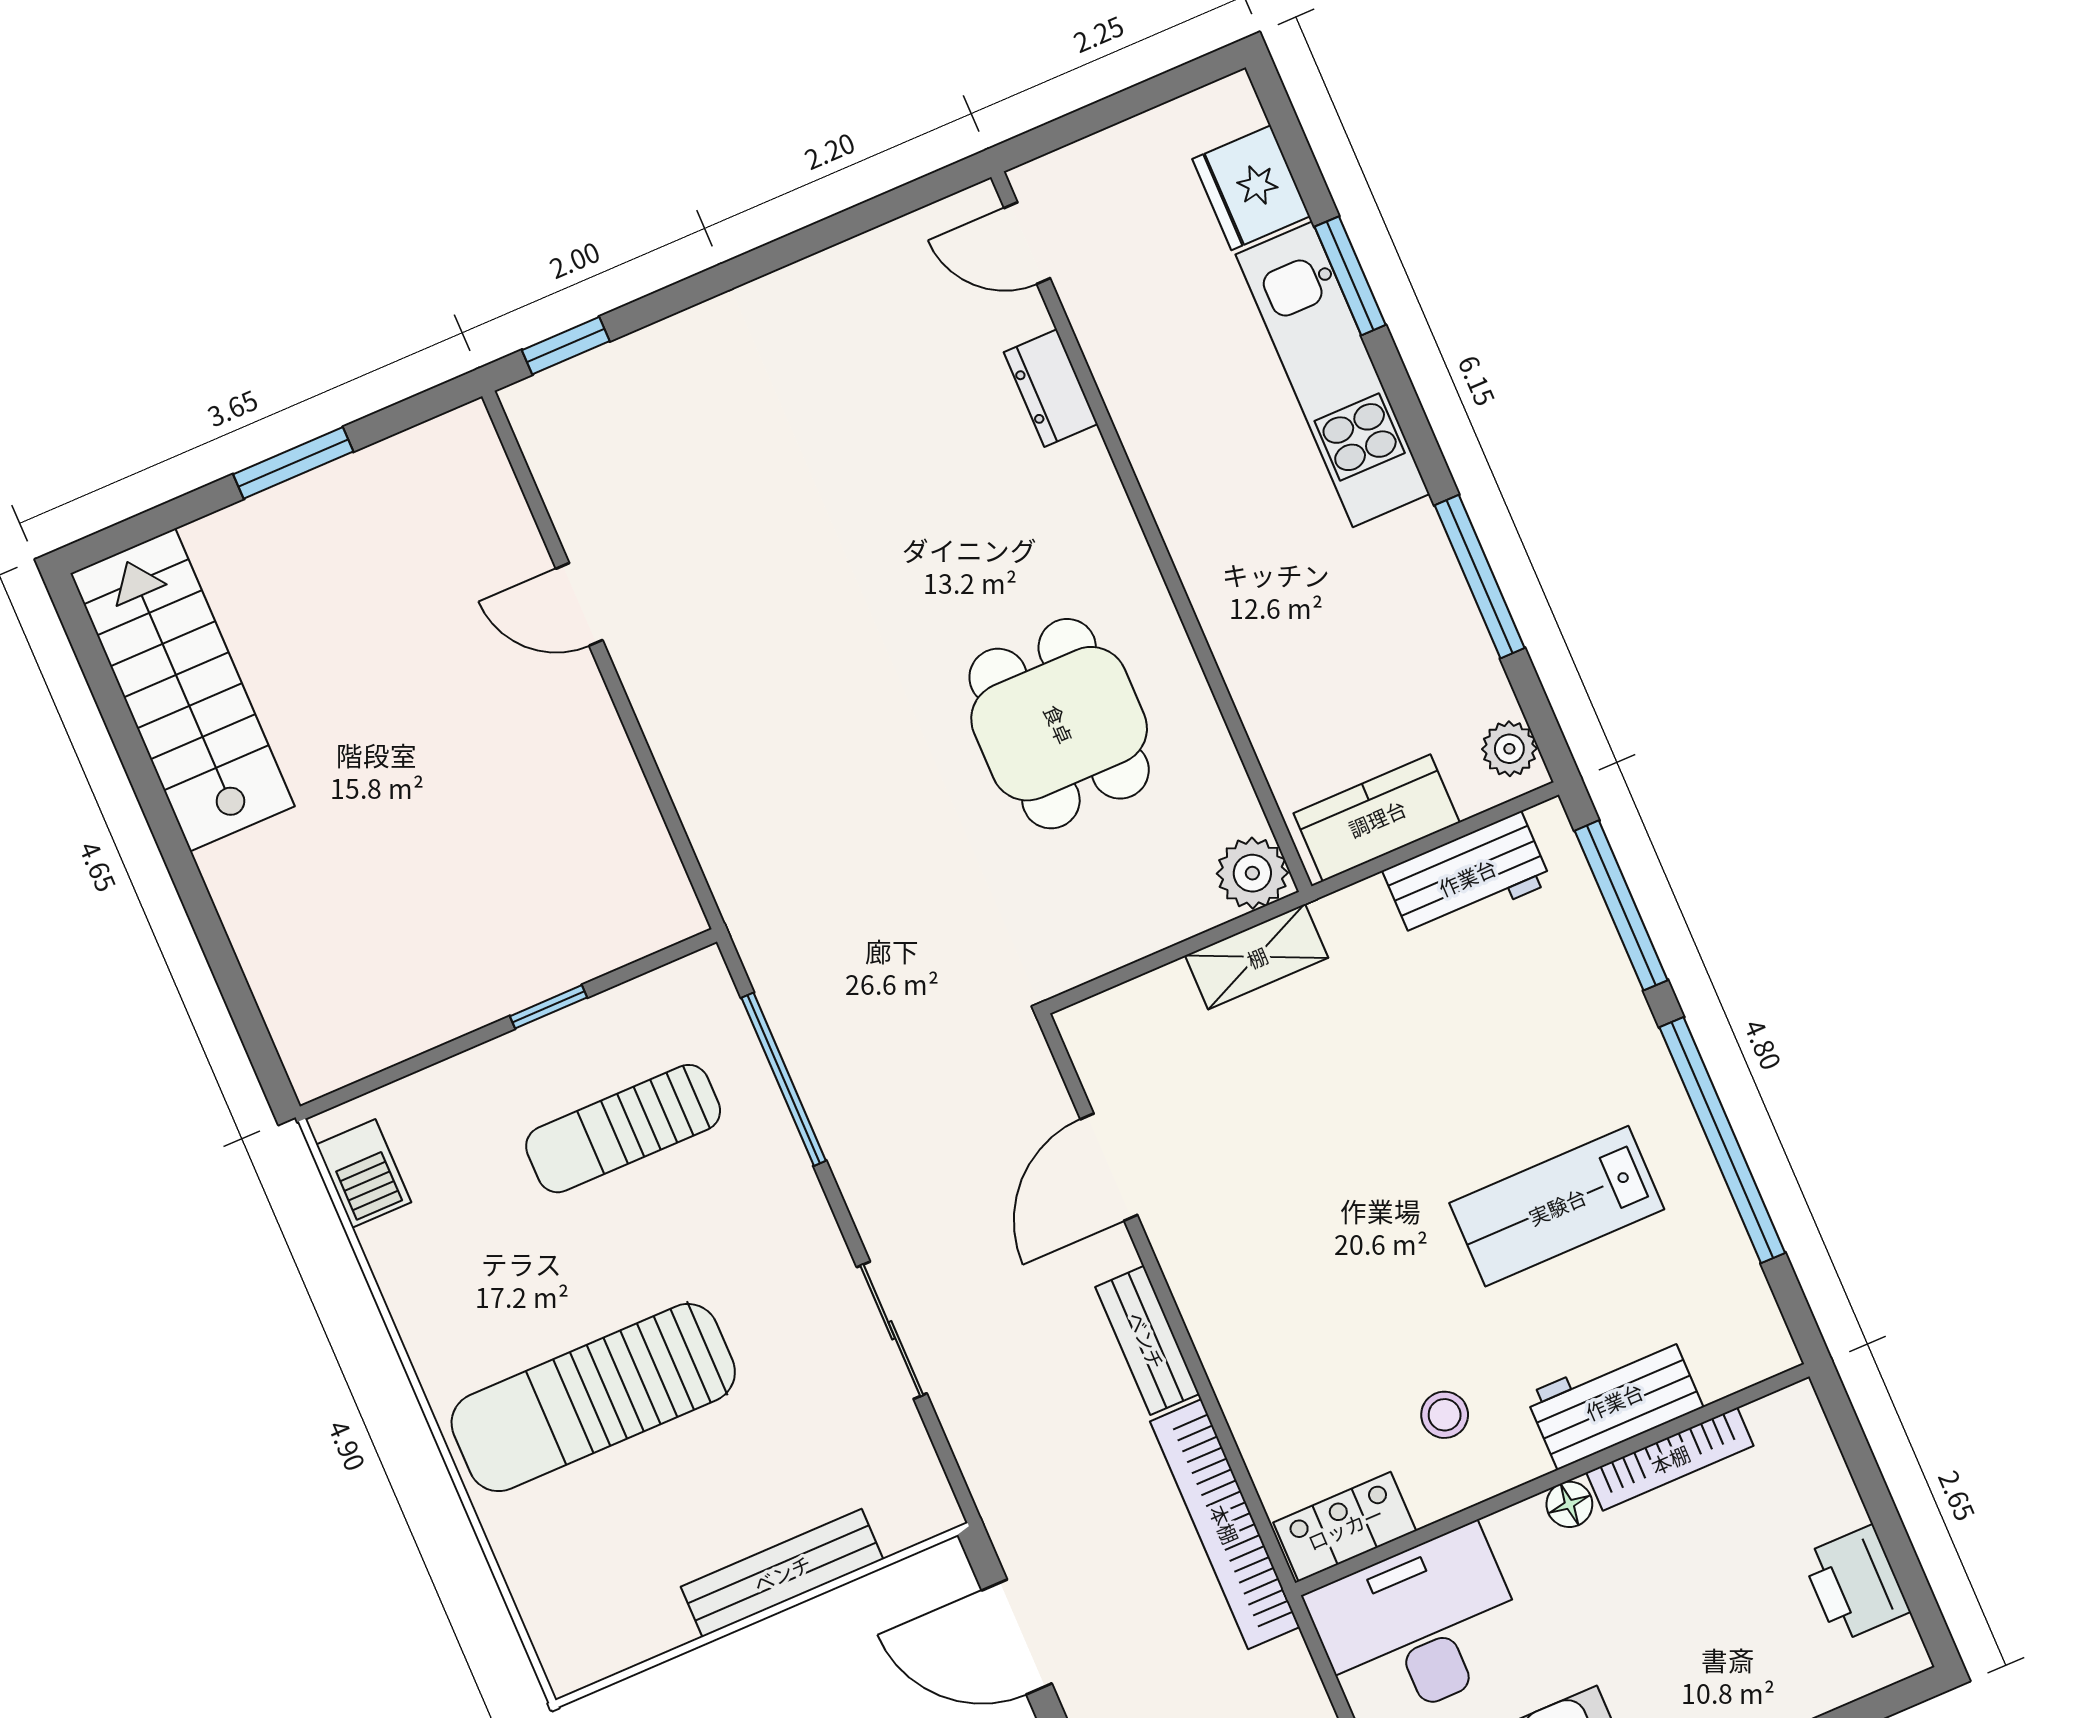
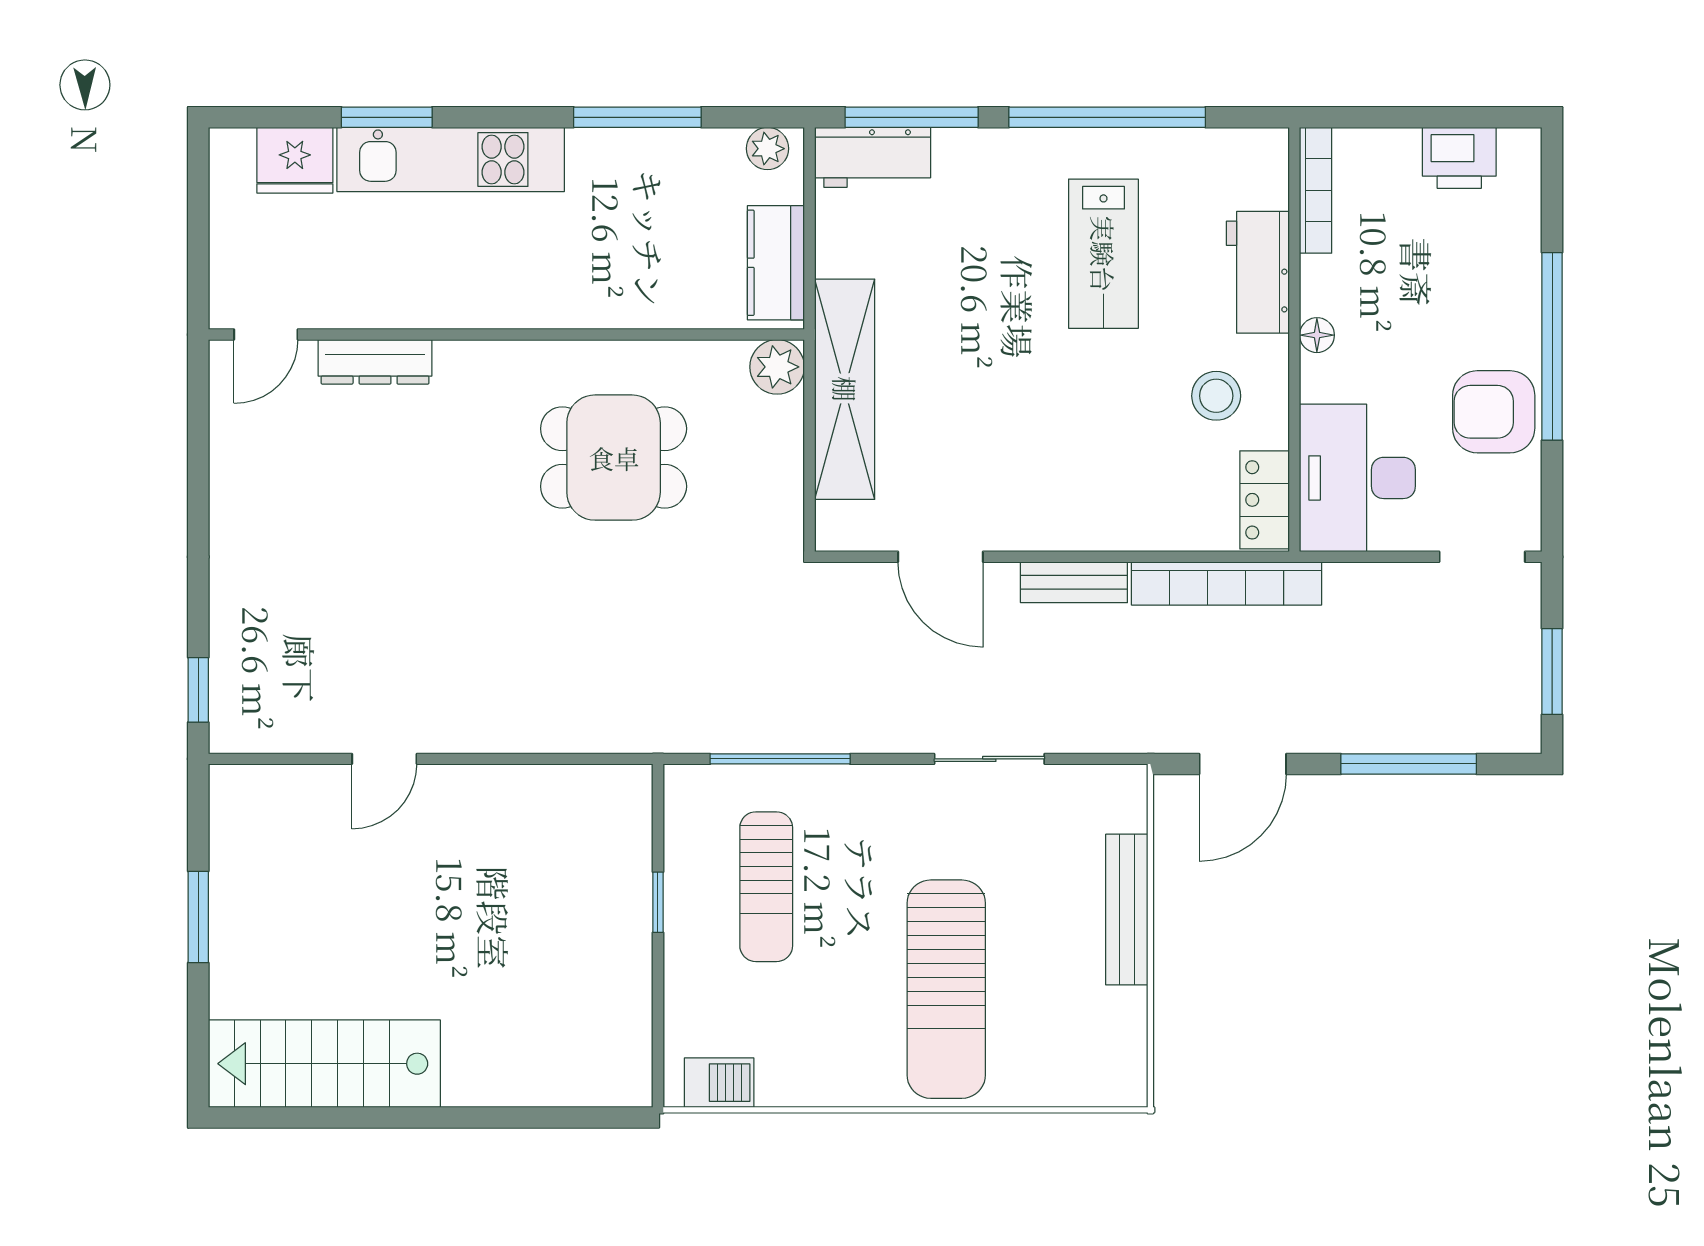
dresser: (1051, 388) -> (375, 362), width x1.44
workbench: (1467, 877) -> (873, 157), moved, turned 90
shelving: (1257, 957) -> (845, 389), width x2.20, depth x1.33
stool: (1445, 1415) -> (1216, 396), width x1.37, depth x1.37
bookcase: (1670, 1459) -> (1316, 190), moved

